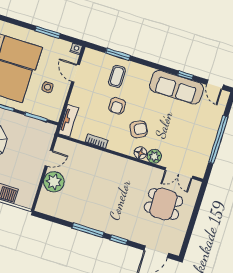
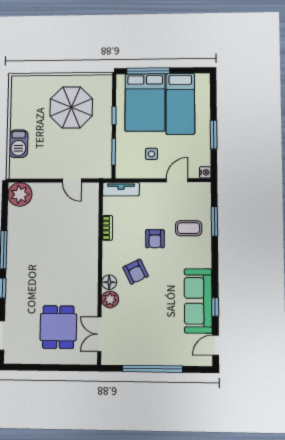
armchair: (117, 106) -> (155, 239), turned -90
plant: (54, 182) -> (20, 194), moved

